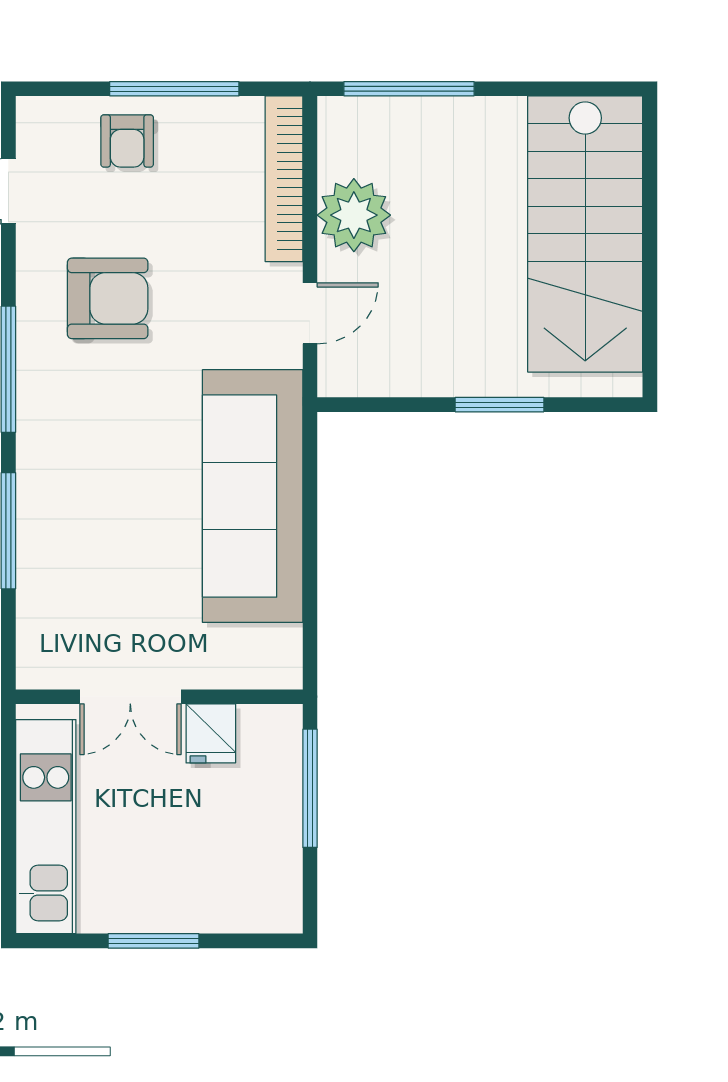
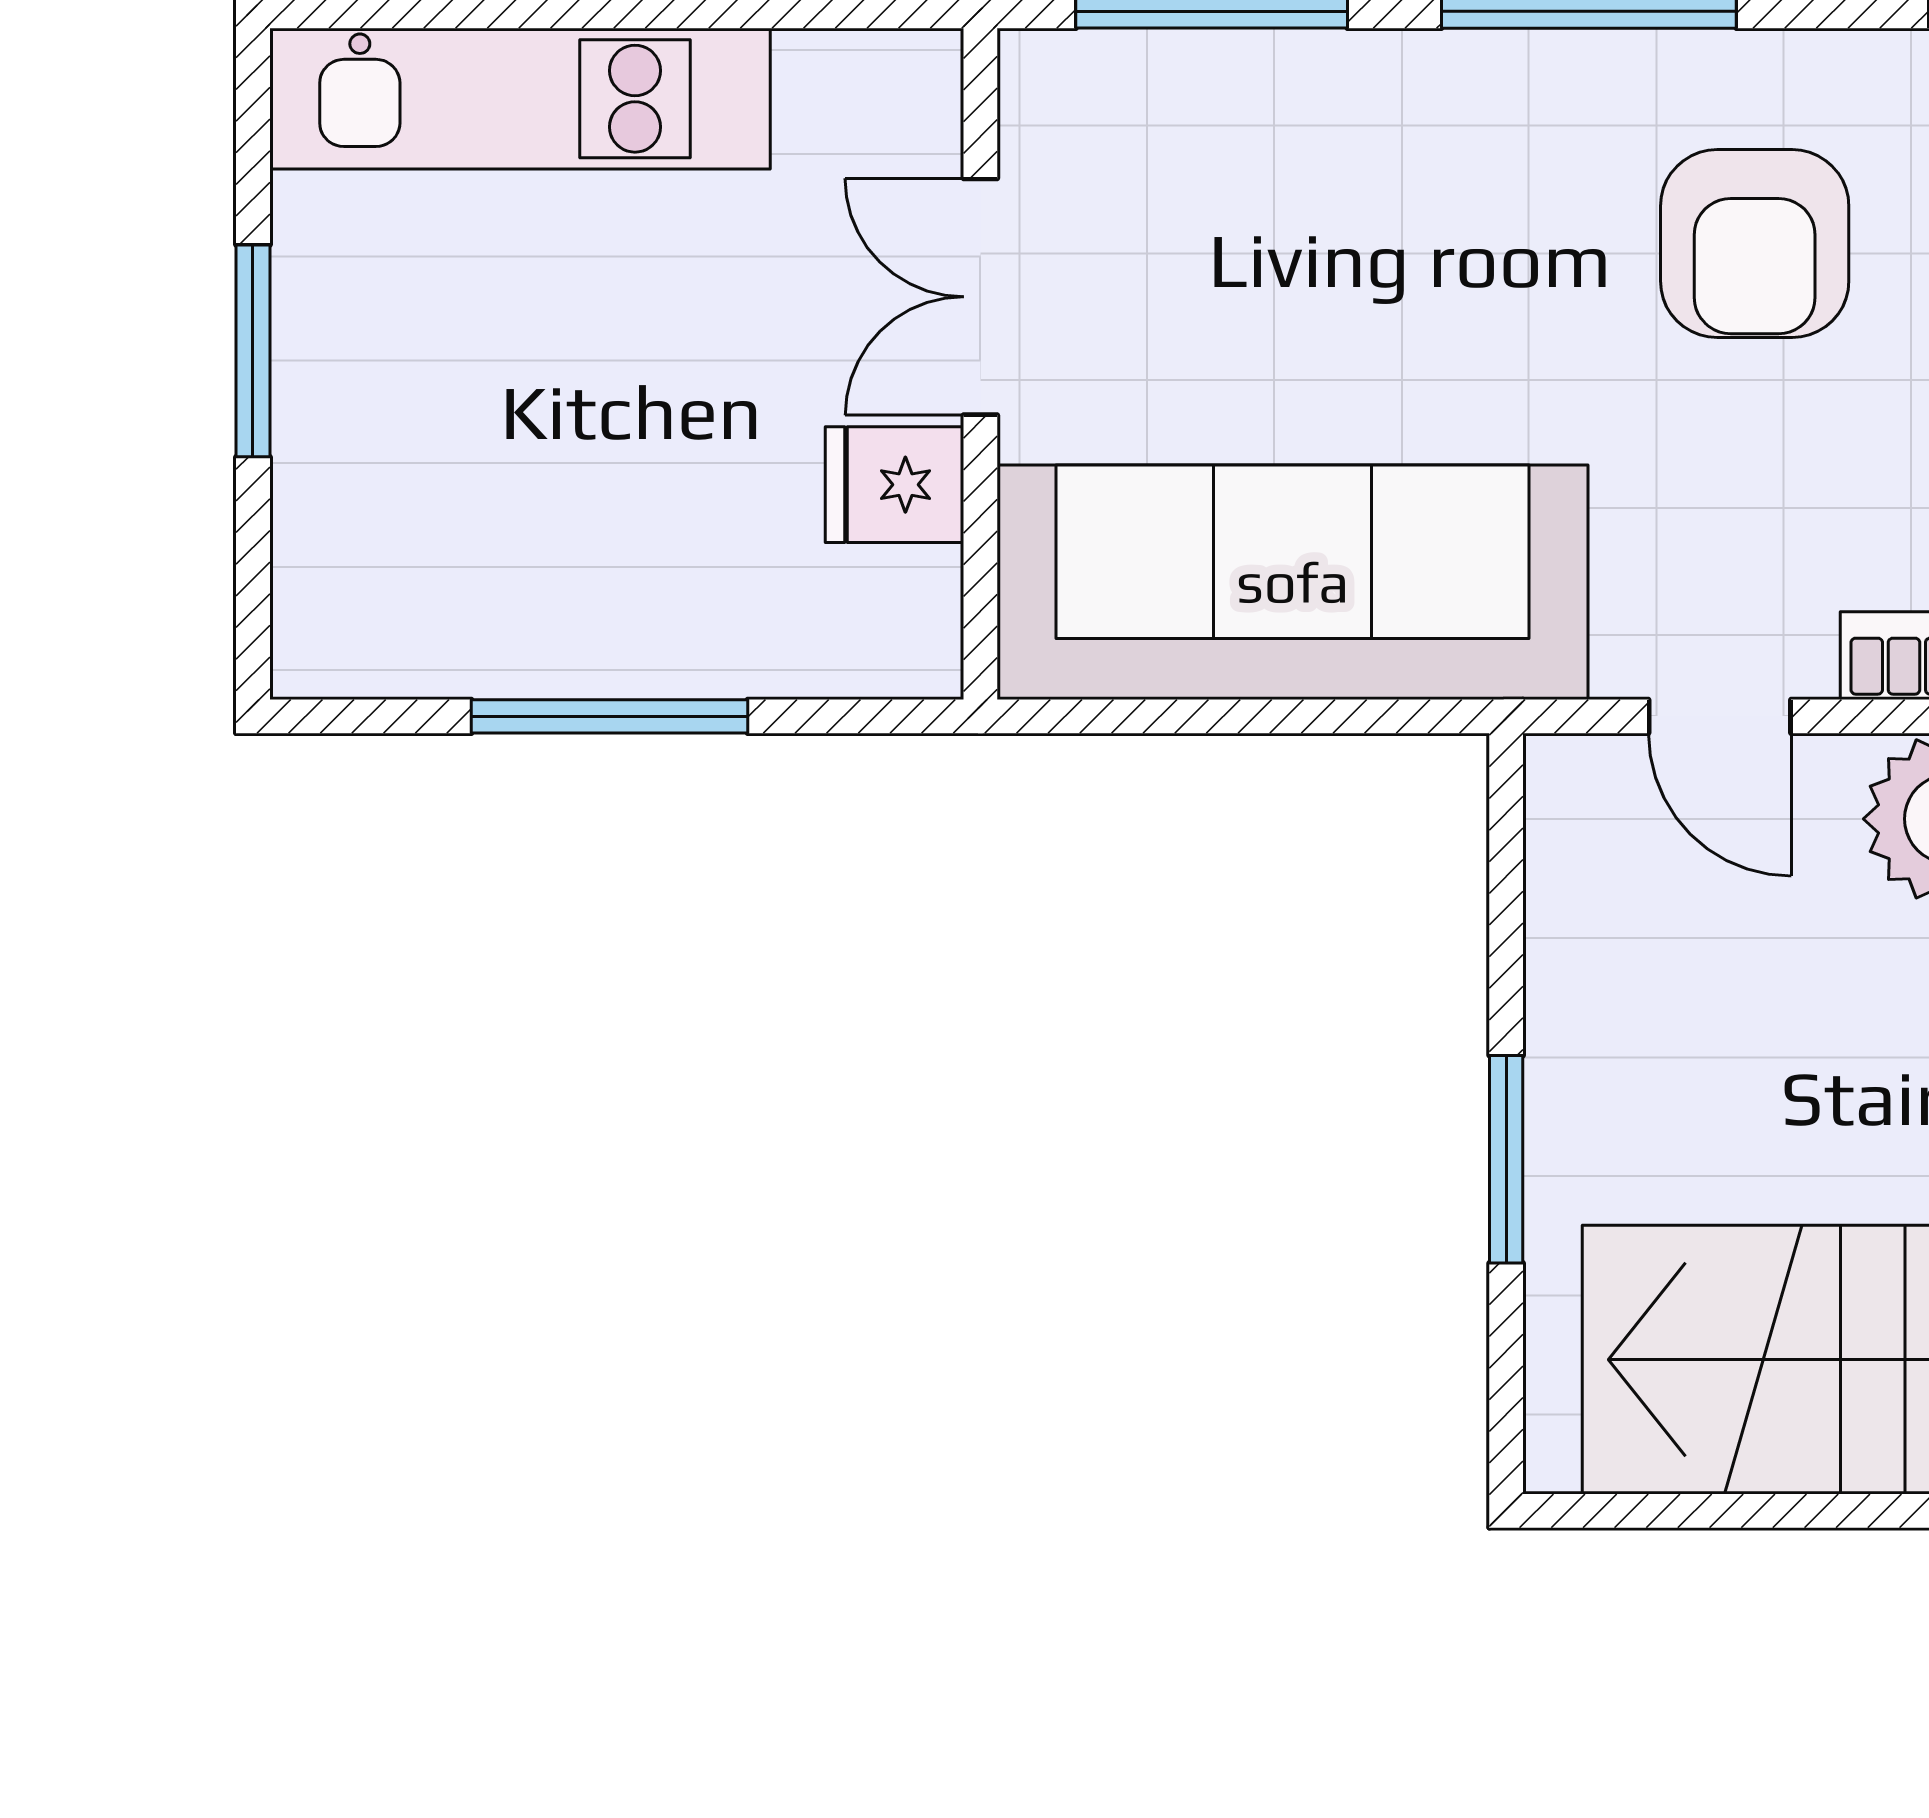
double door: (130, 697) -> (980, 297), moved
wall: (159, 697) -> (980, 364), moved
fridge: (211, 733) -> (894, 485), moved

